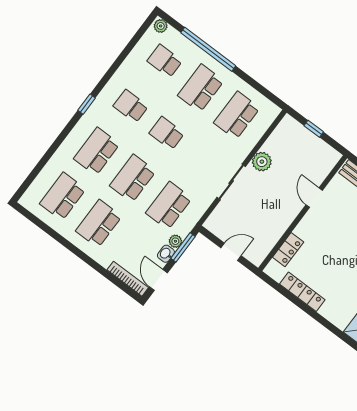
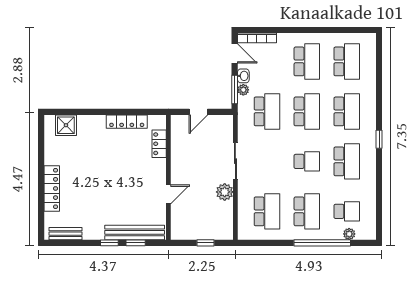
plant: (161, 26) -> (349, 234), moved
school desk: (131, 106) -> (347, 161), width x1.85
door: (314, 198) -> (168, 194), hinge flipped

